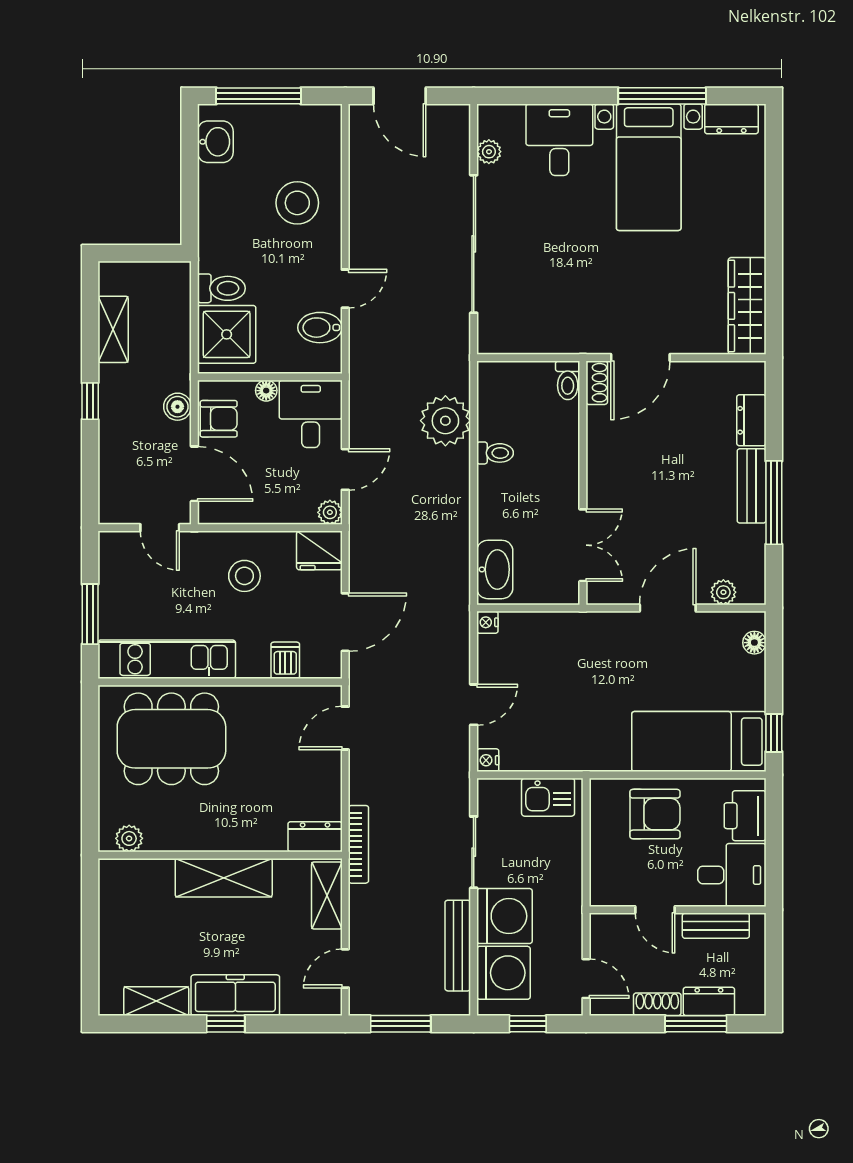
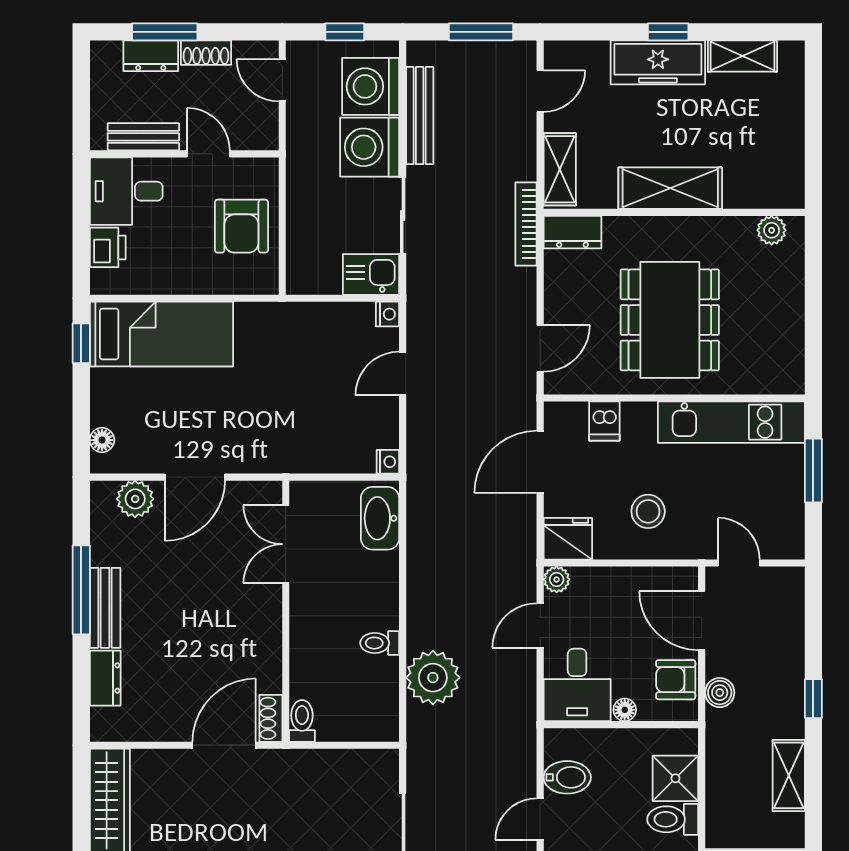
shower: (227, 334) -> (675, 778), width x0.73, depth x0.73
plant: (723, 592) -> (135, 499), width x1.38, depth x1.38
dining table: (171, 739) -> (670, 320), moved, turned 90
kitchen sink: (548, 797) -> (371, 274), moved
armchair: (655, 814) -> (241, 226), moved, turned -90
printer: (745, 816) -> (108, 247), width x0.73, depth x0.81

